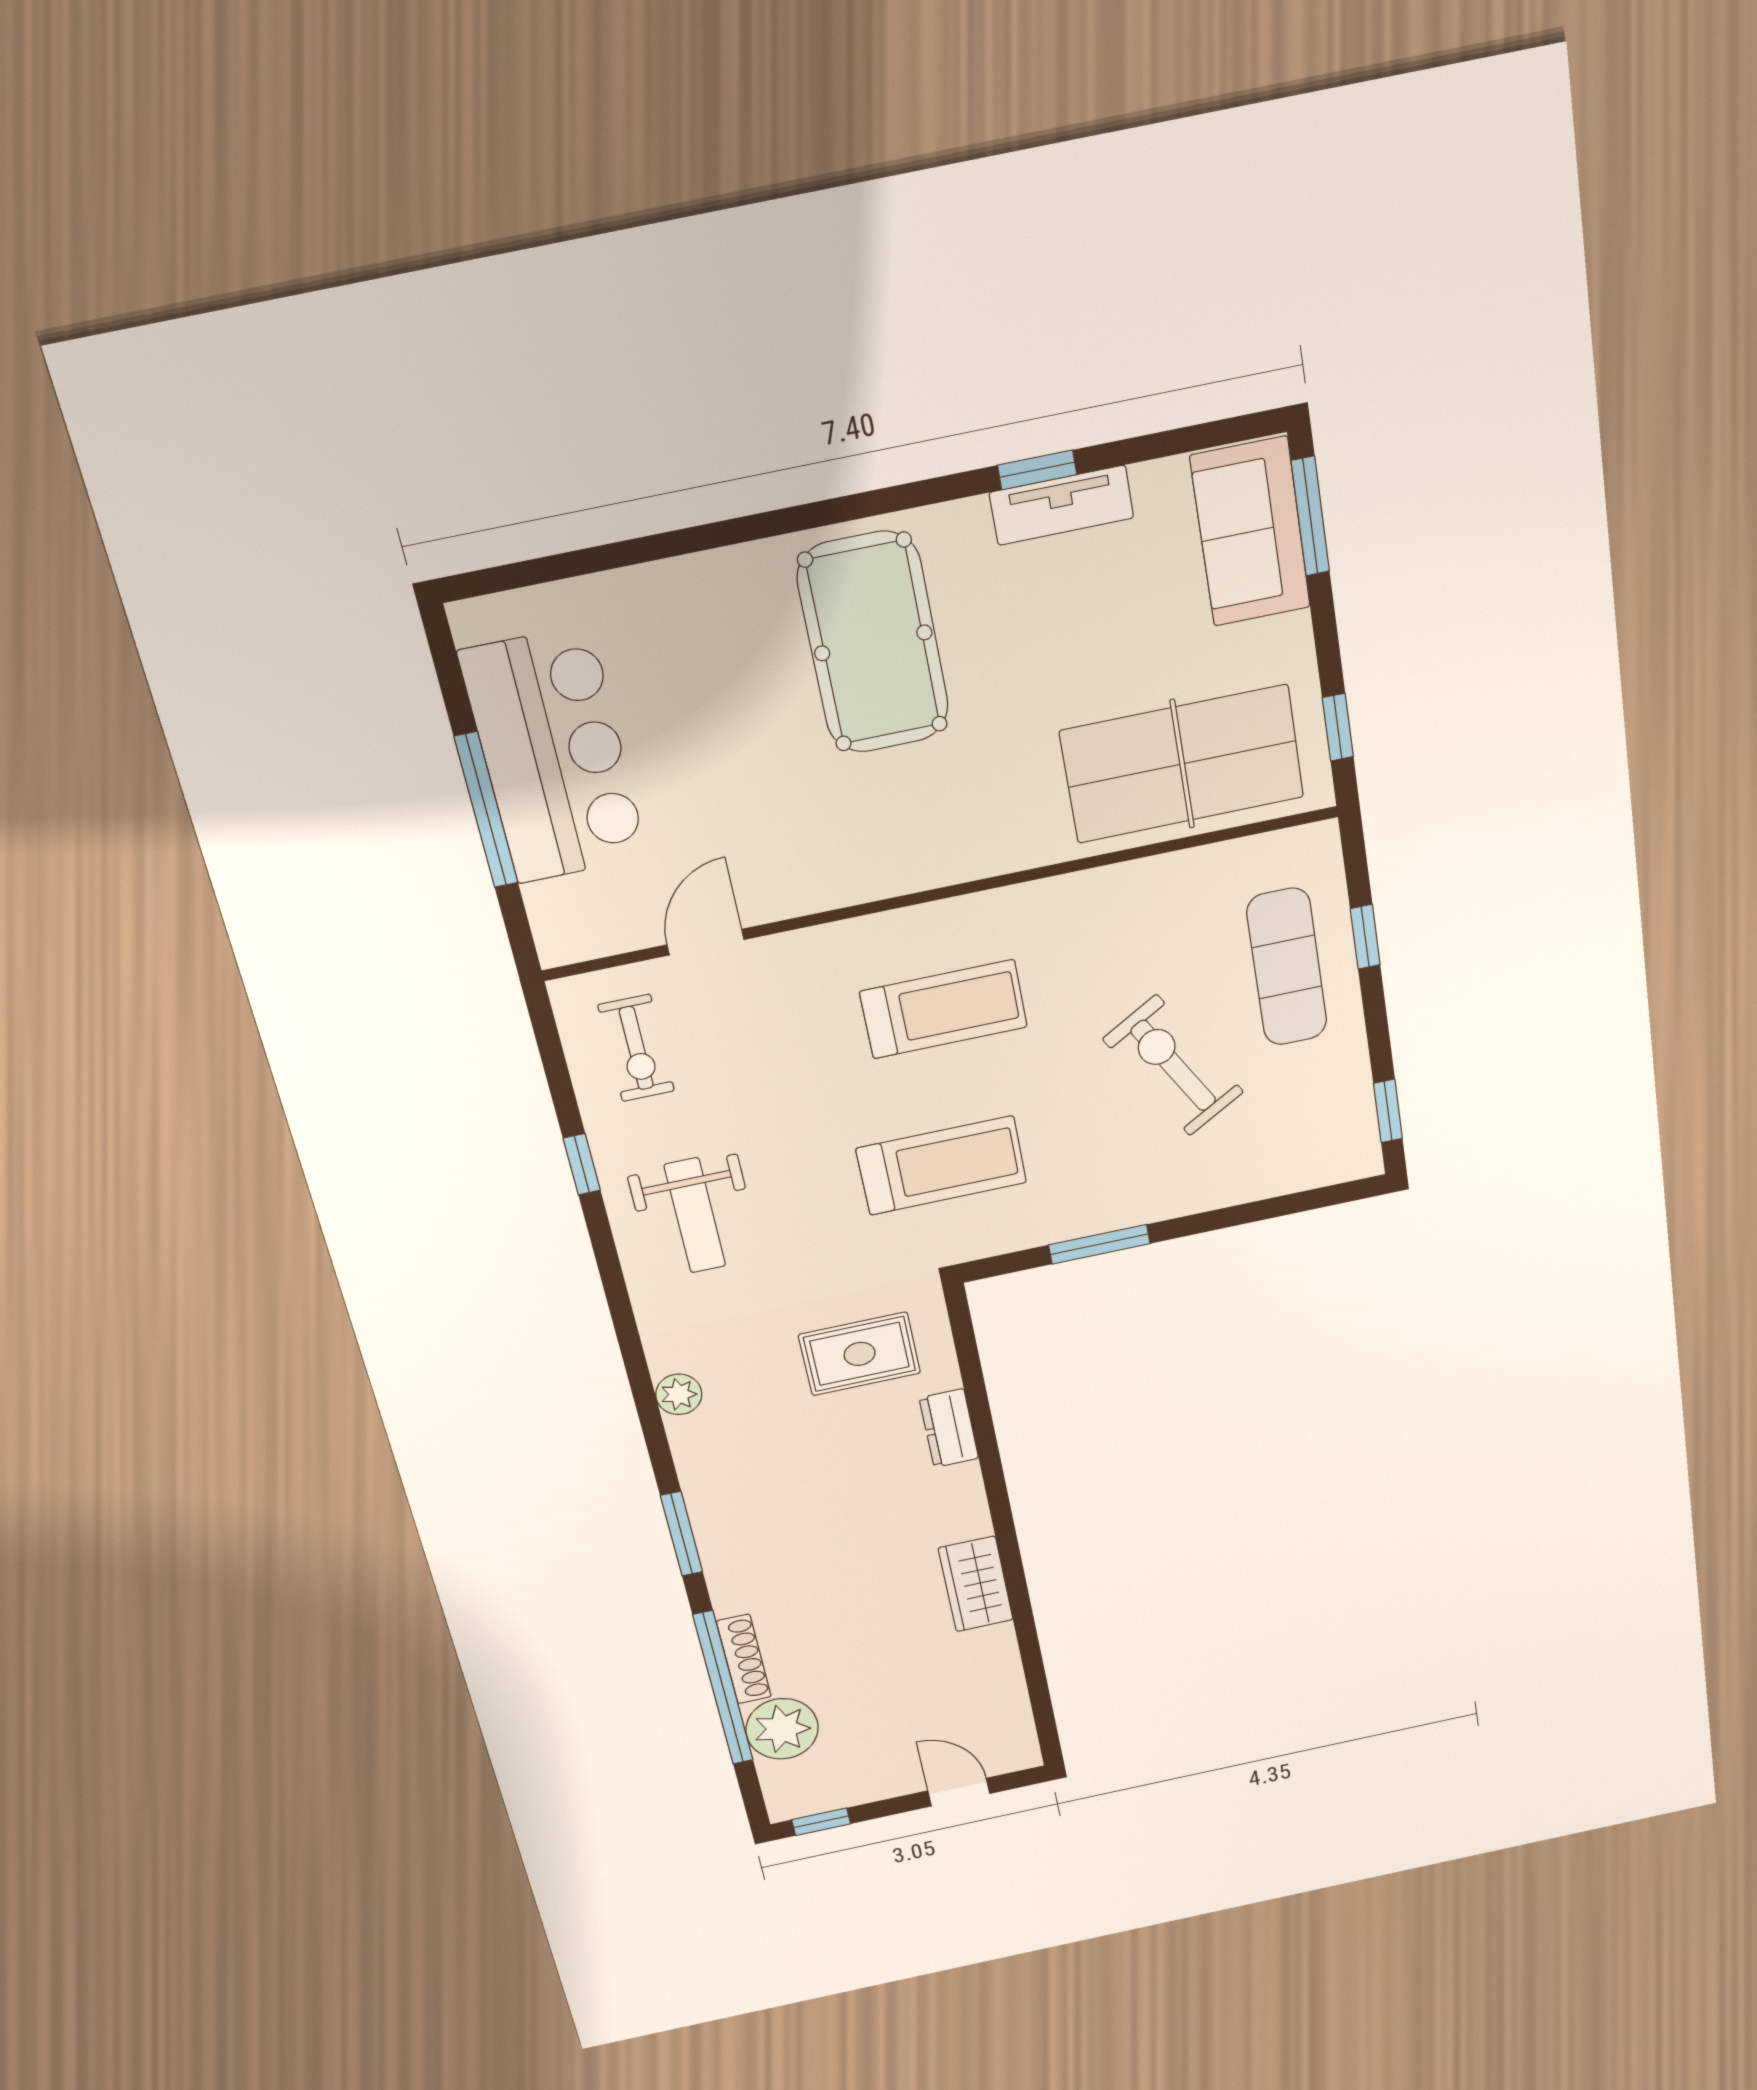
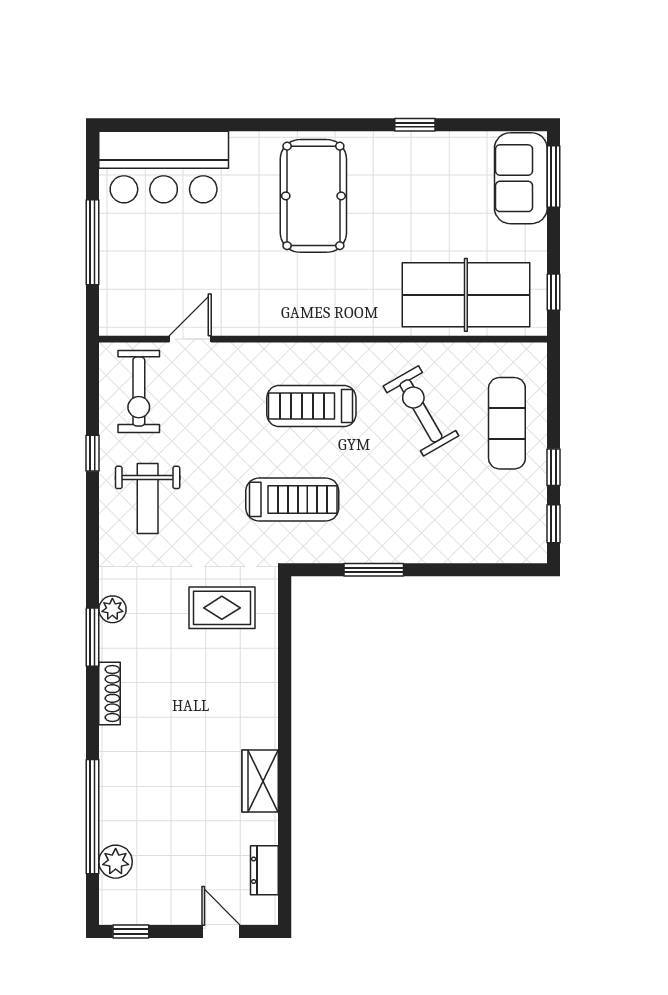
tv unit: (1062, 505) -> (424, 145), removed
bar counter: (554, 756) -> (164, 167), moved, turned 90
window: (1365, 937) -> (554, 467), moved
treadmill: (944, 1009) -> (311, 406), turned 180
exercise bike: (636, 1048) -> (139, 391), width x1.38, depth x1.39
exercise bike: (1173, 1066) -> (421, 411), moved
dresser: (949, 1428) -> (264, 870), moved
window: (682, 1534) -> (93, 637), moved
shoe rack: (744, 1659) -> (110, 693), moved
plant: (782, 1729) -> (116, 862), width x0.73, depth x0.73

